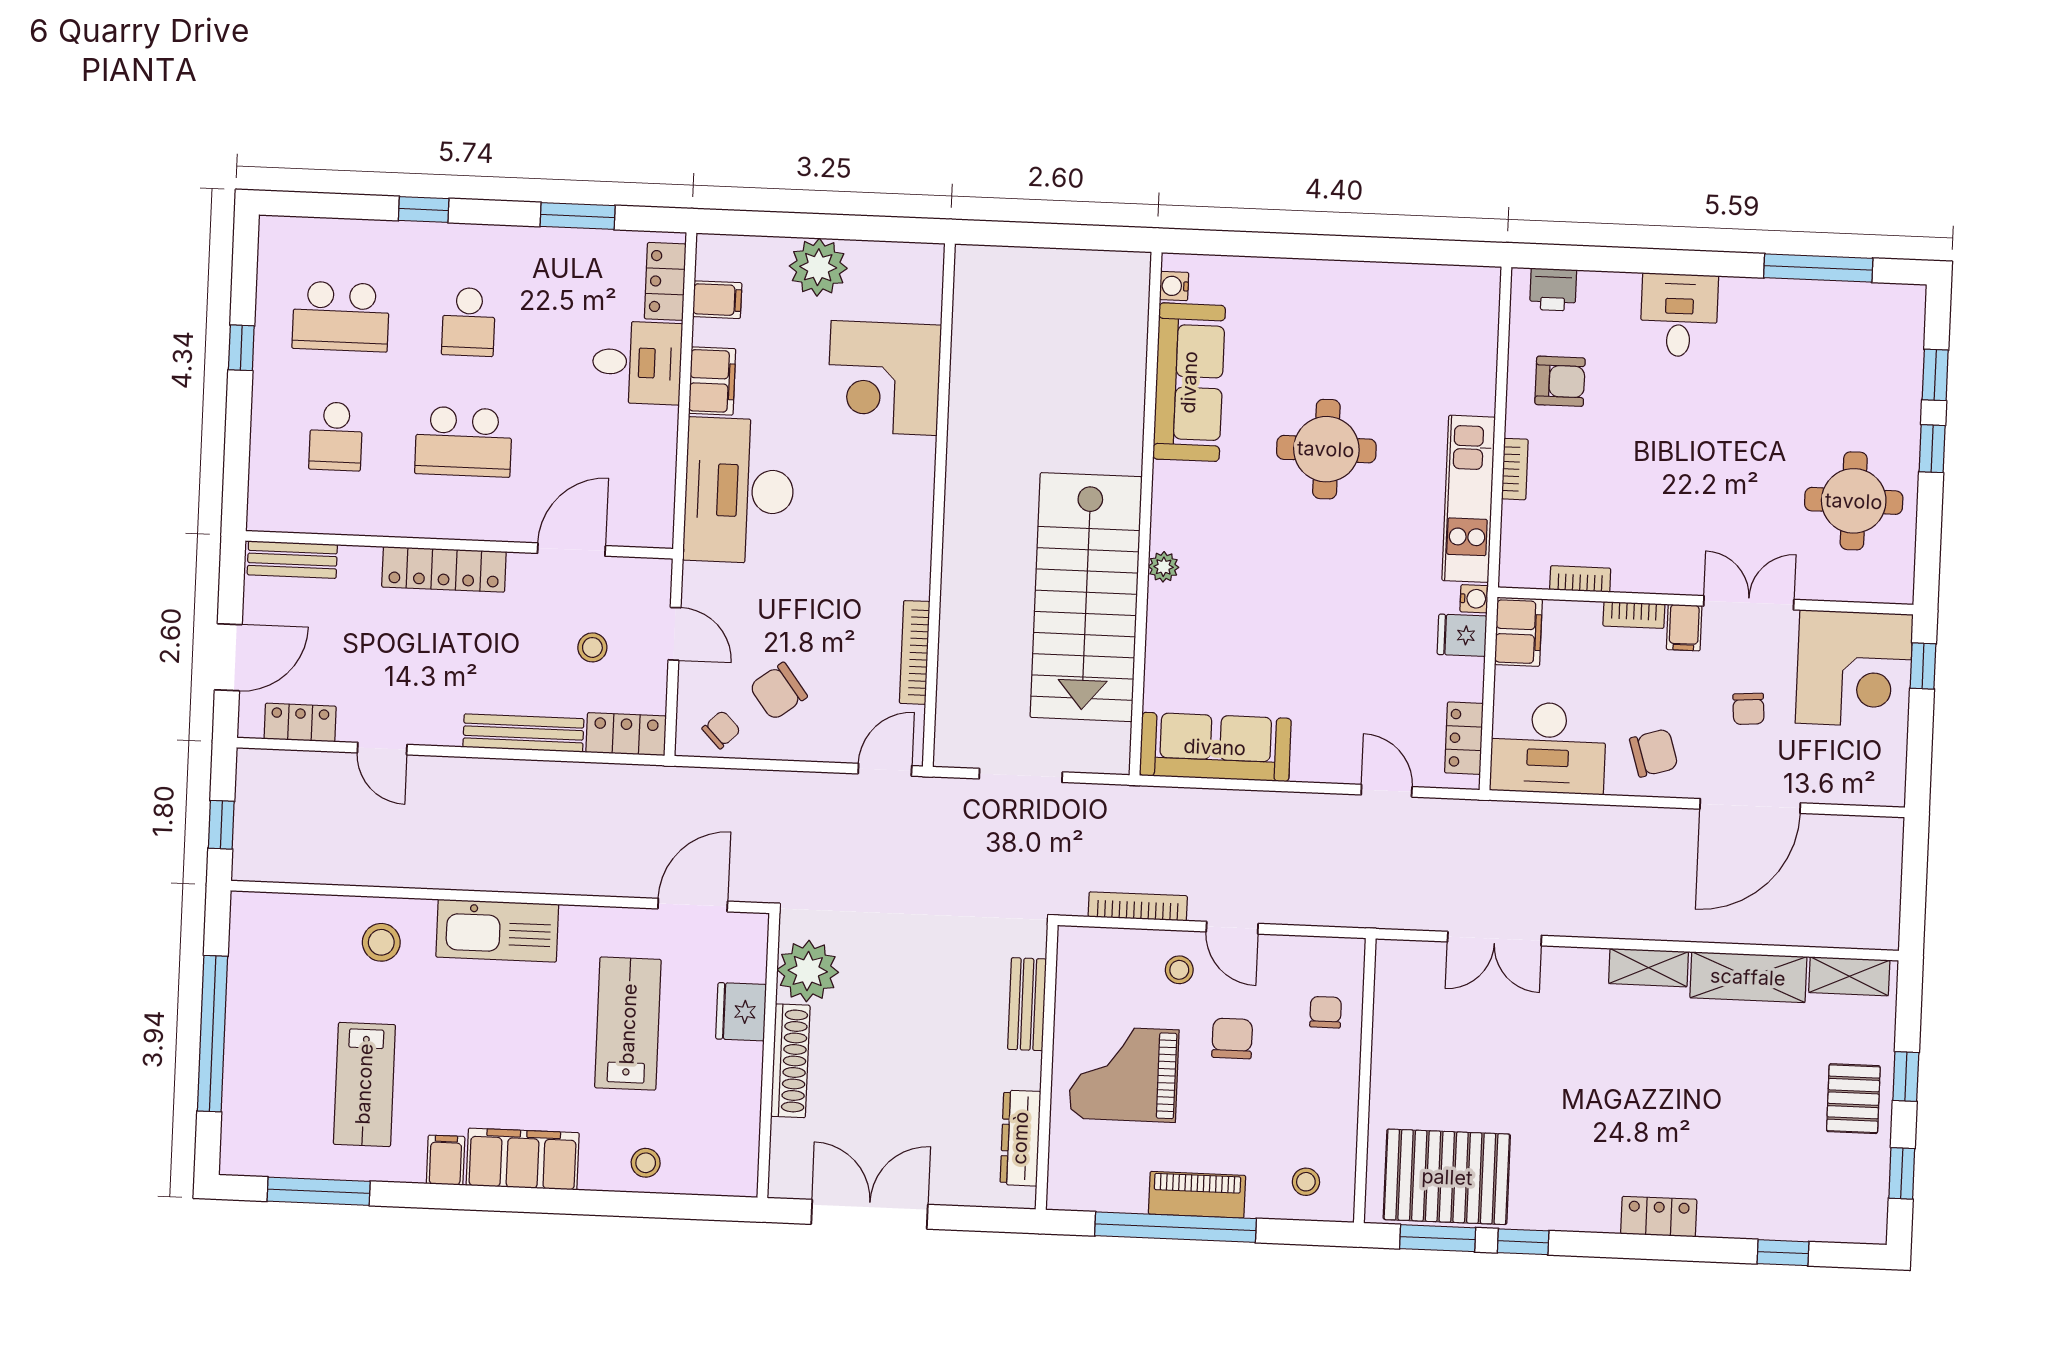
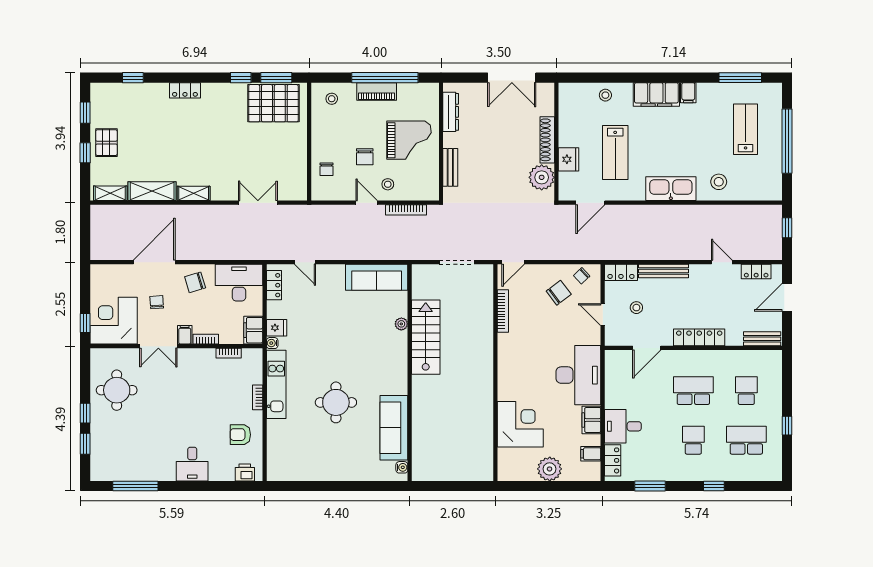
plant: (1164, 567) -> (401, 324), moved
stairs: (1086, 597) -> (426, 337), width x0.73, depth x0.66
lab bench: (364, 1084) -> (746, 129), moved

